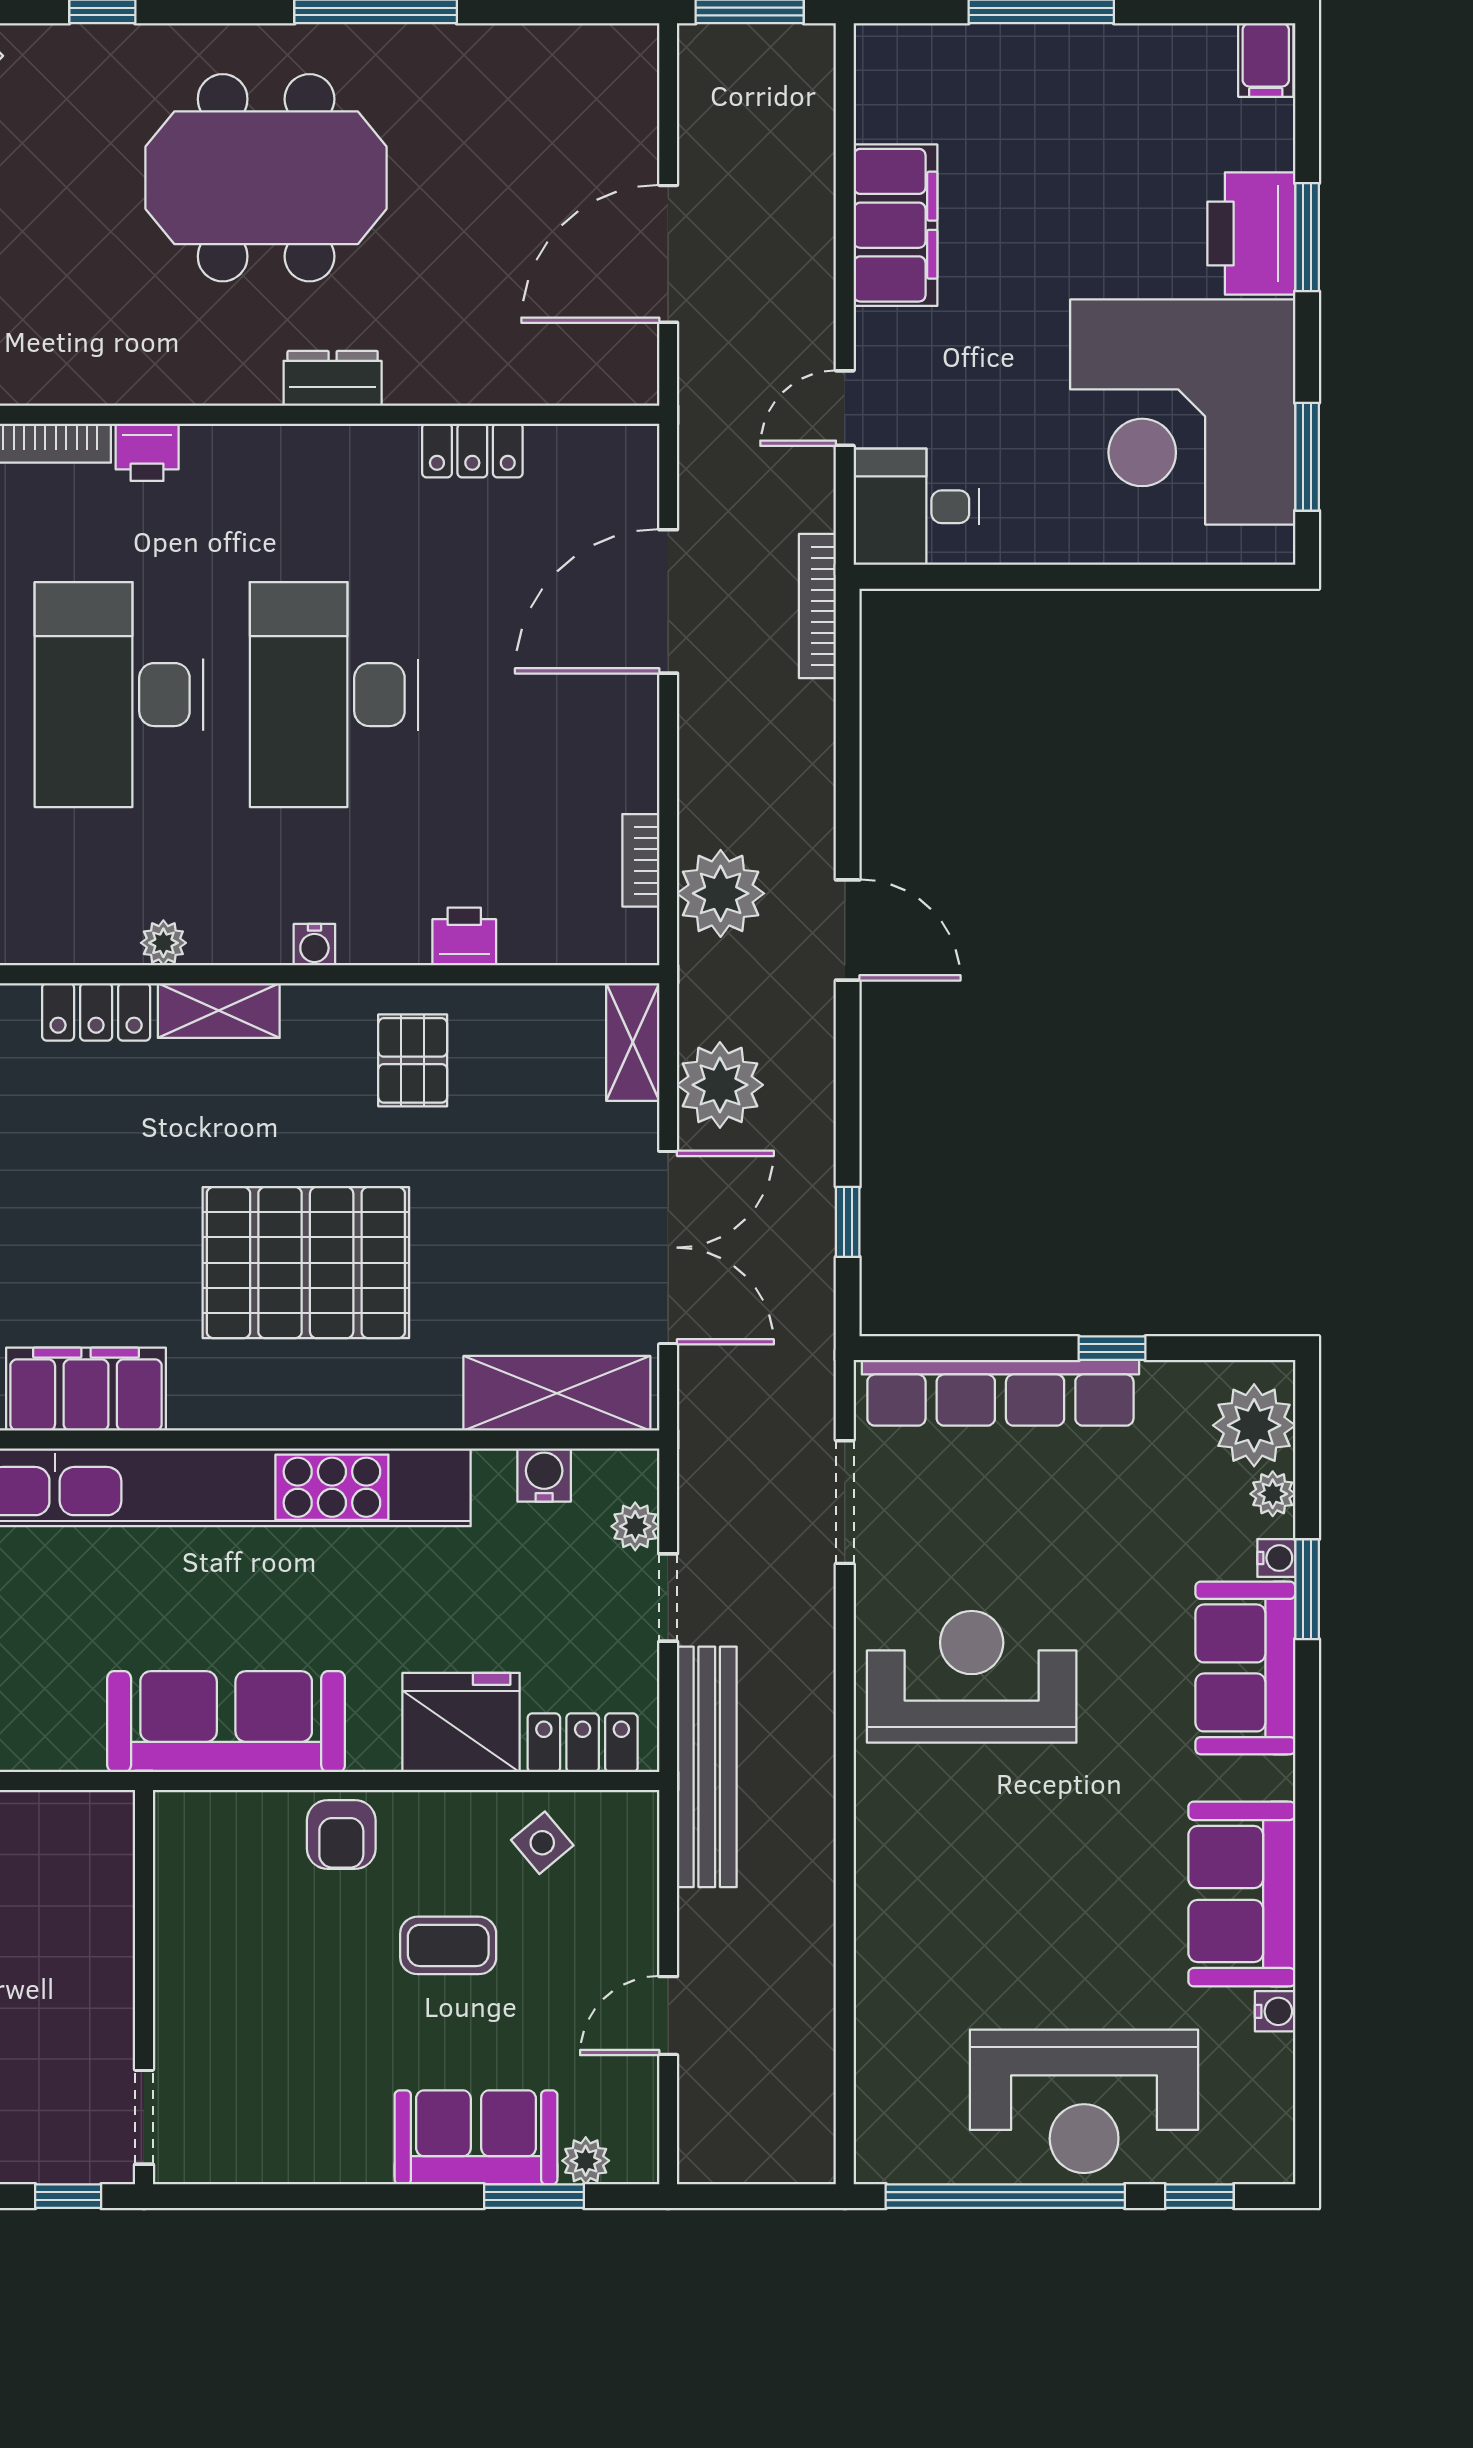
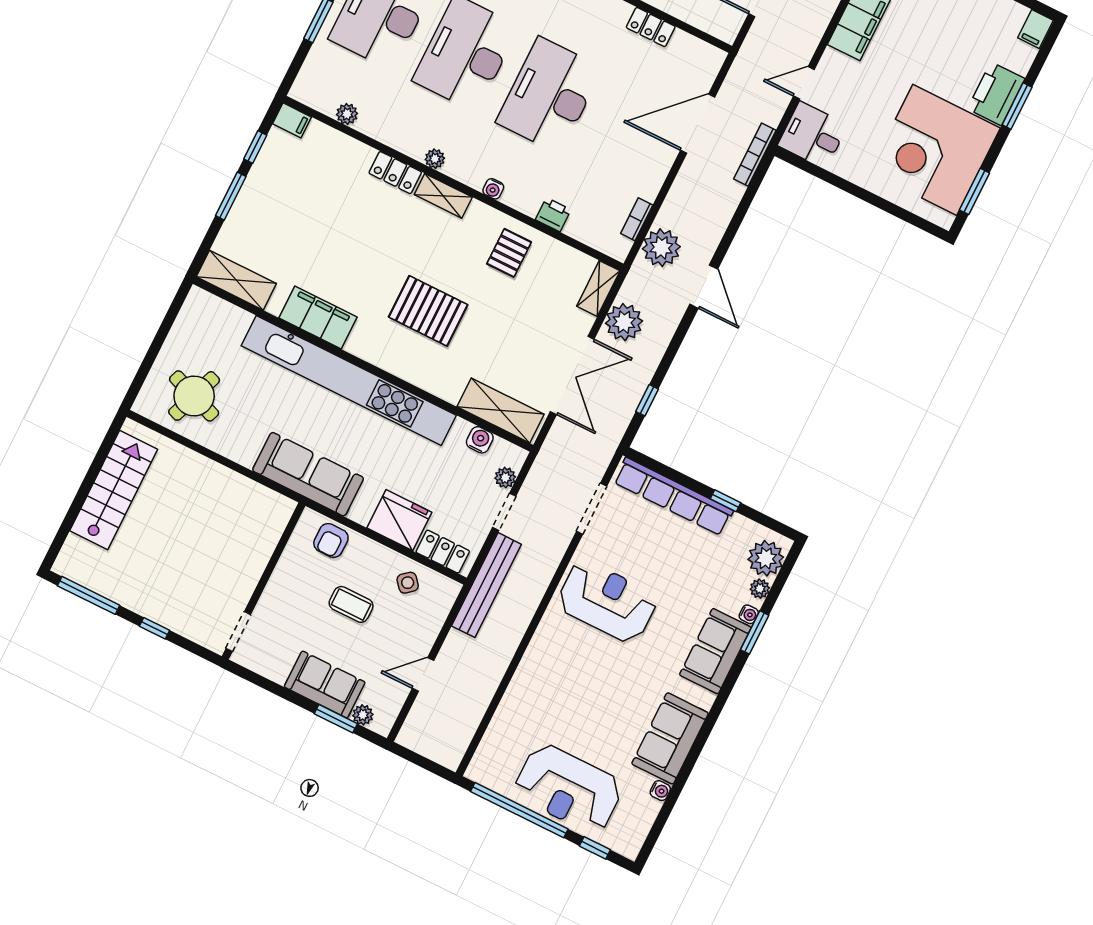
pallet: (306, 1263) -> (428, 311), width x0.73, depth x0.71
wall: (144, 1987) -> (264, 581), moved
doorway: (144, 2117) -> (238, 632), moved

